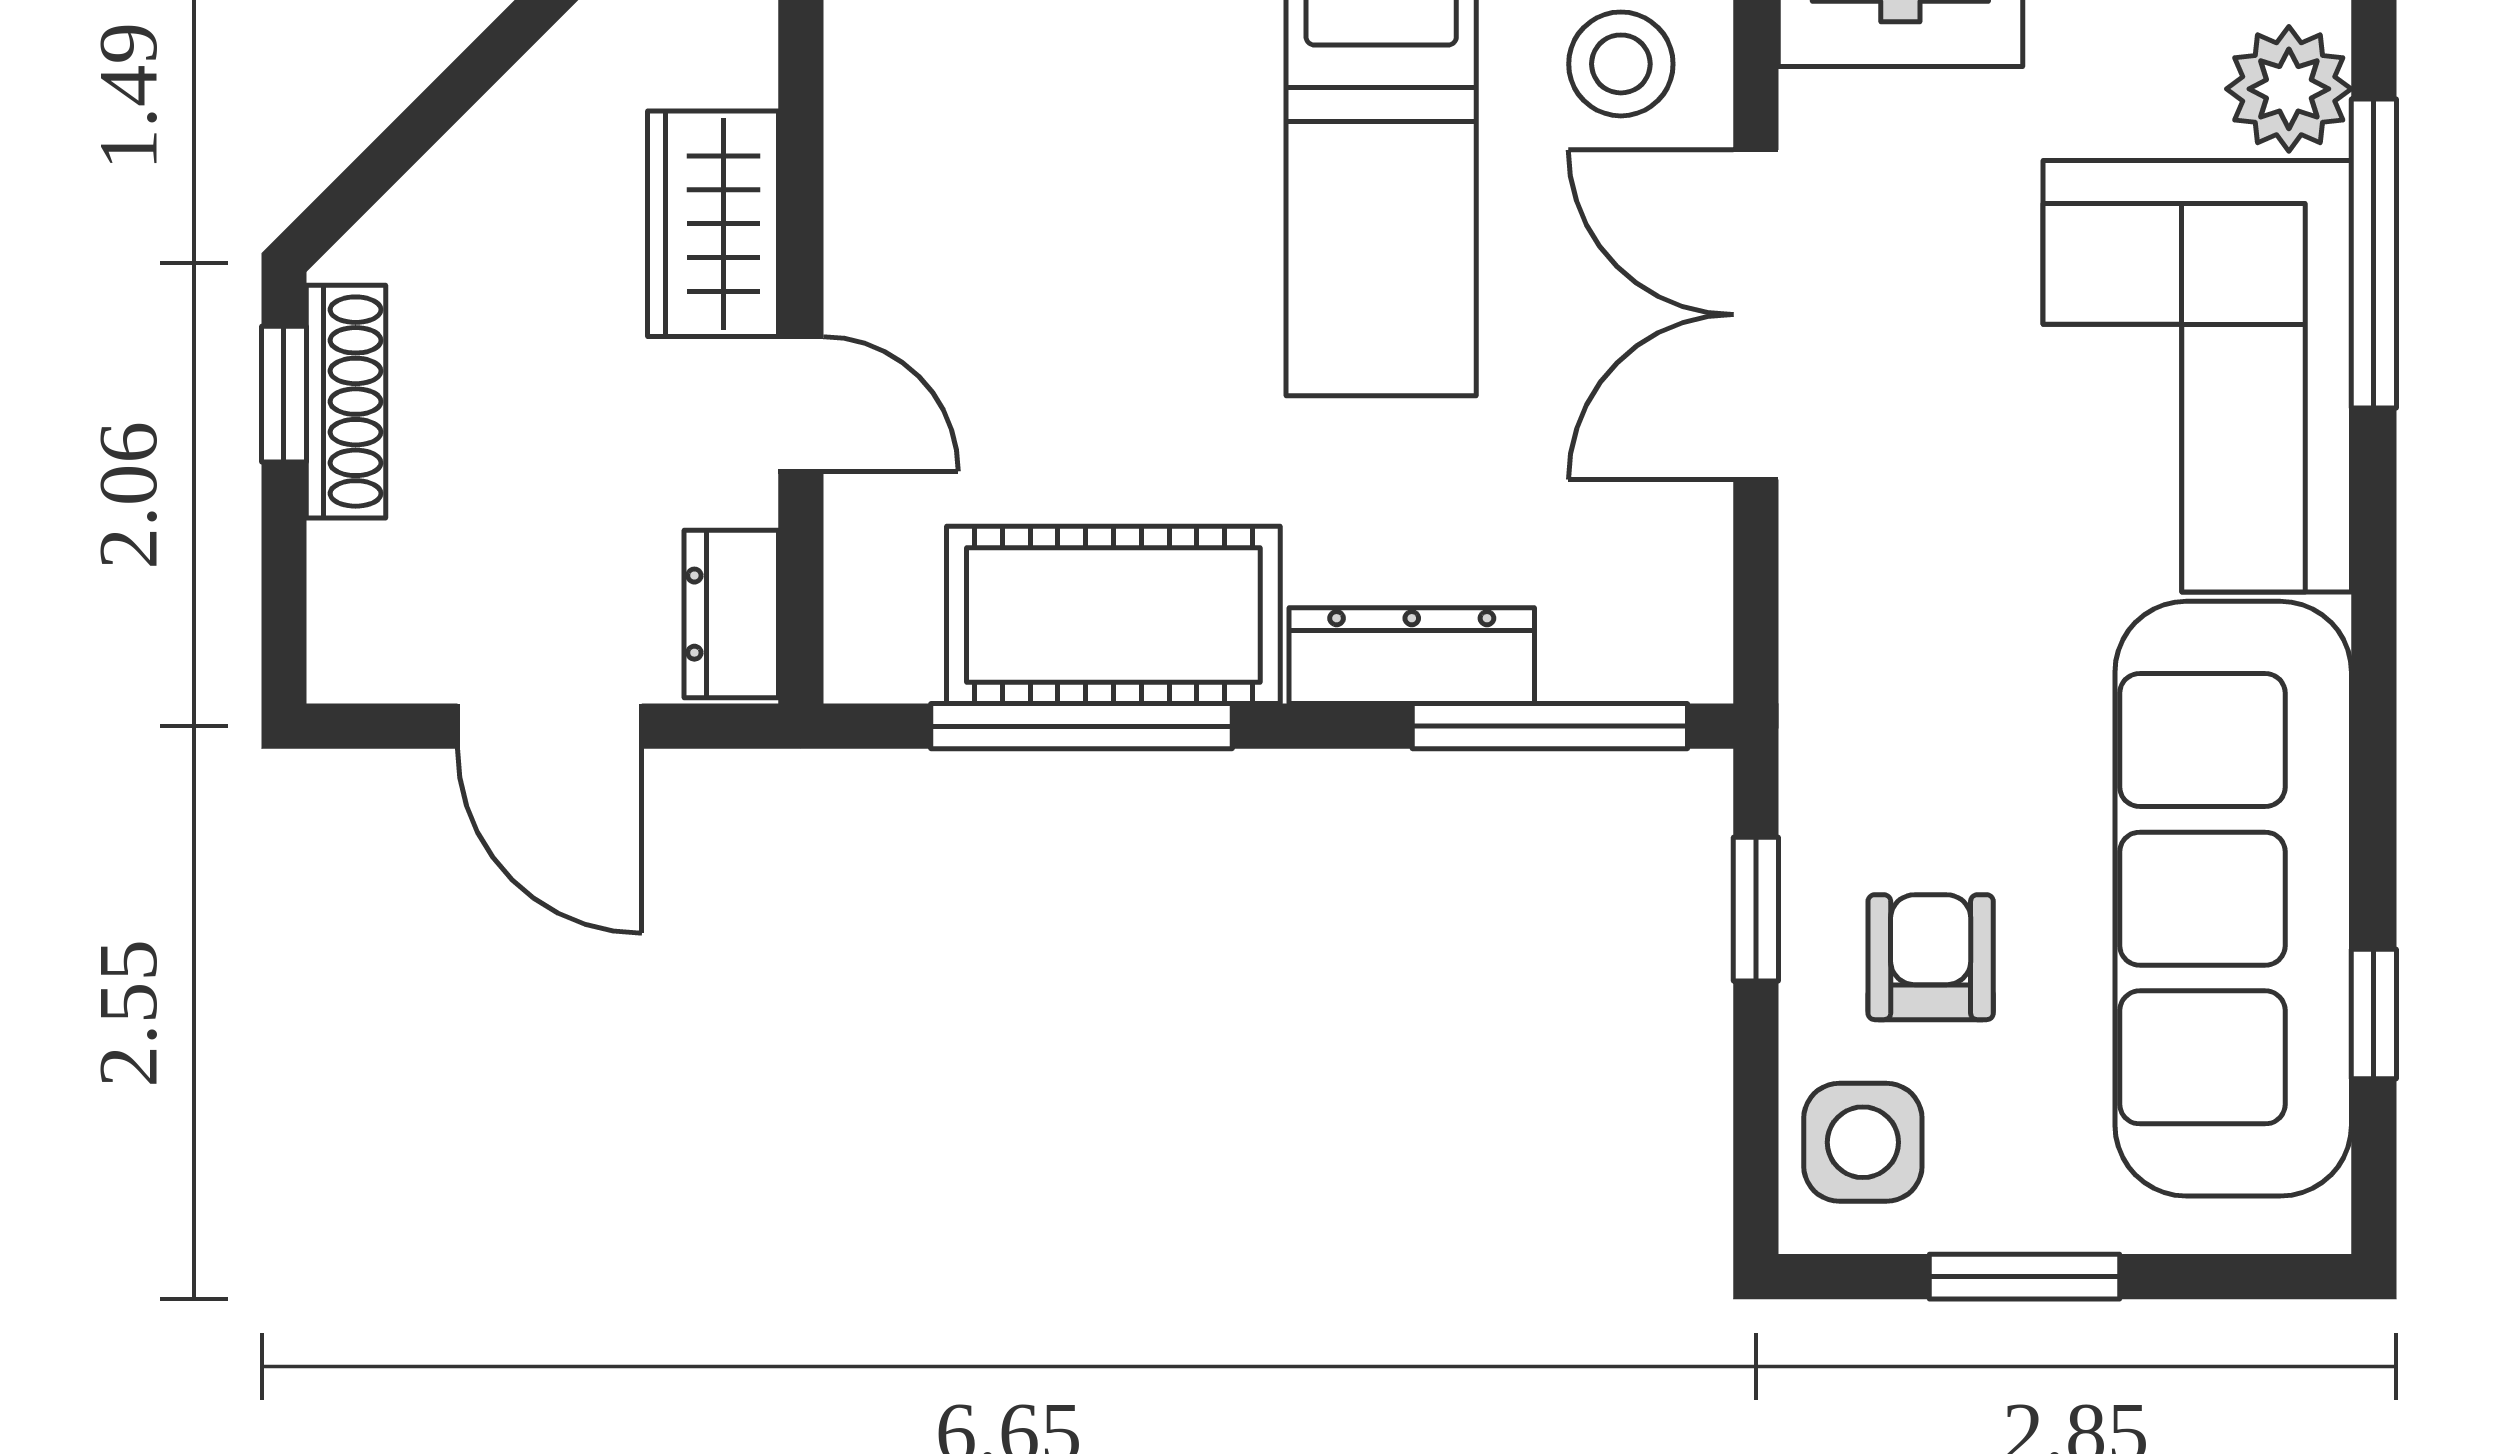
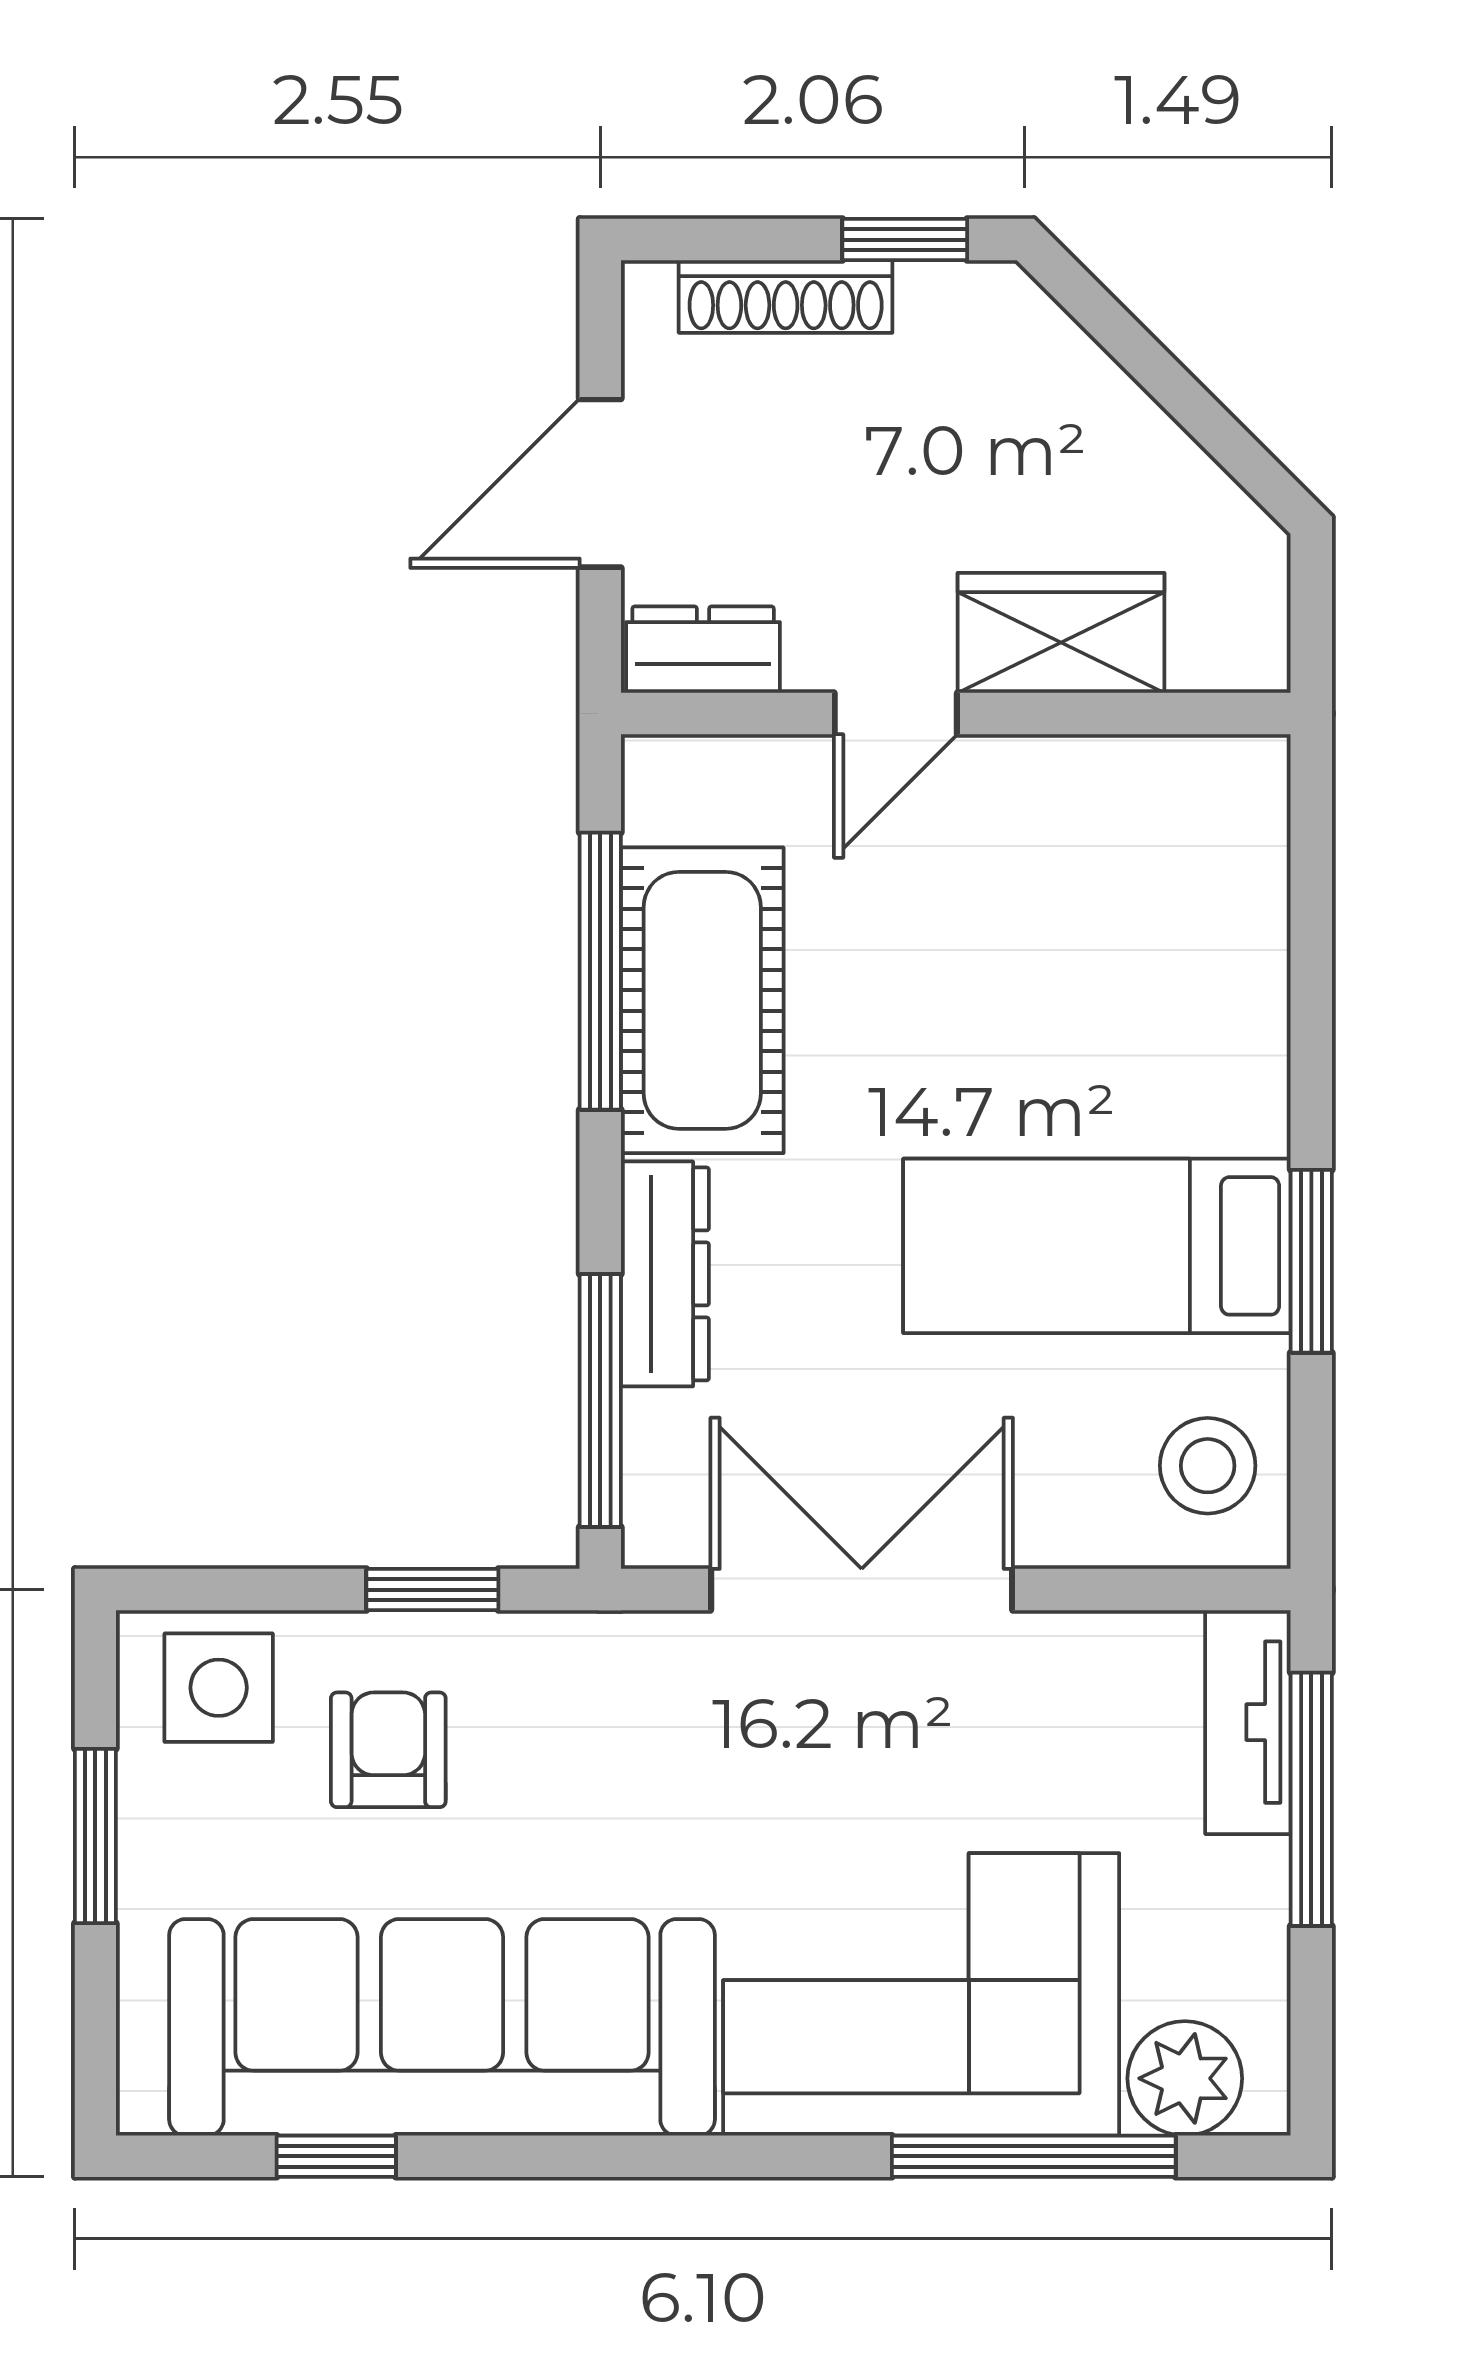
double door: (1756, 315) -> (862, 1590), moved
shoe rack: (346, 402) -> (786, 297), moved
armchair: (1931, 957) -> (388, 1750), turned -90

